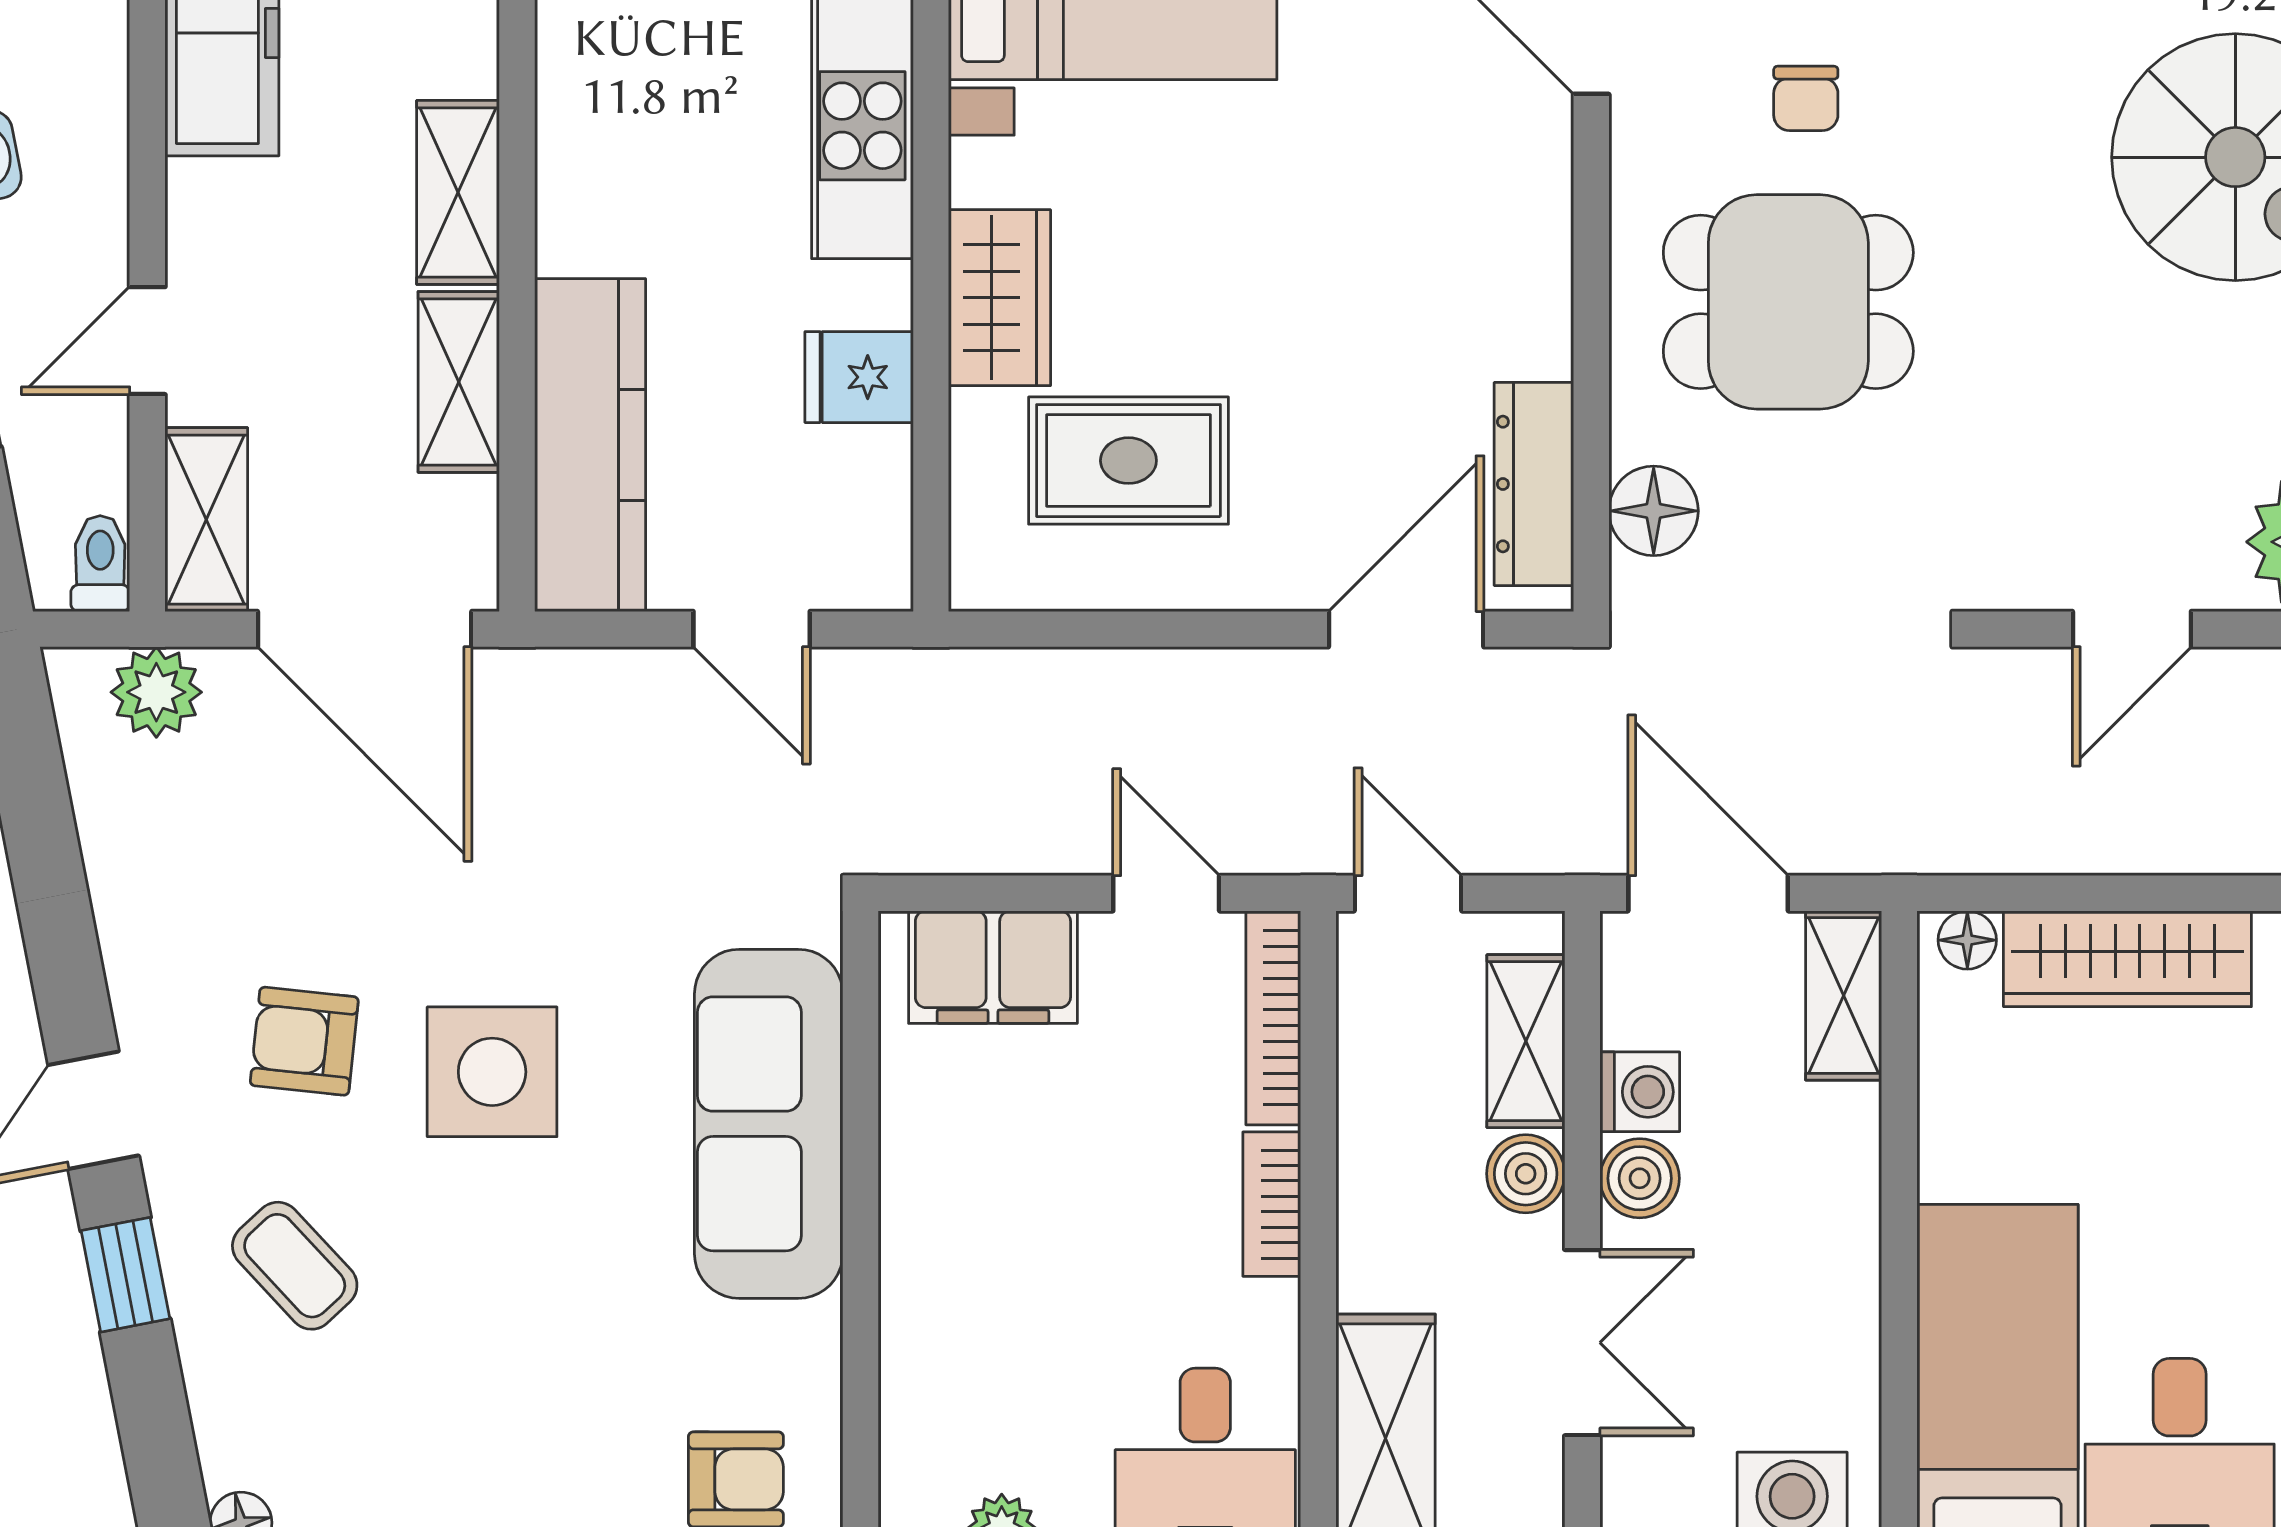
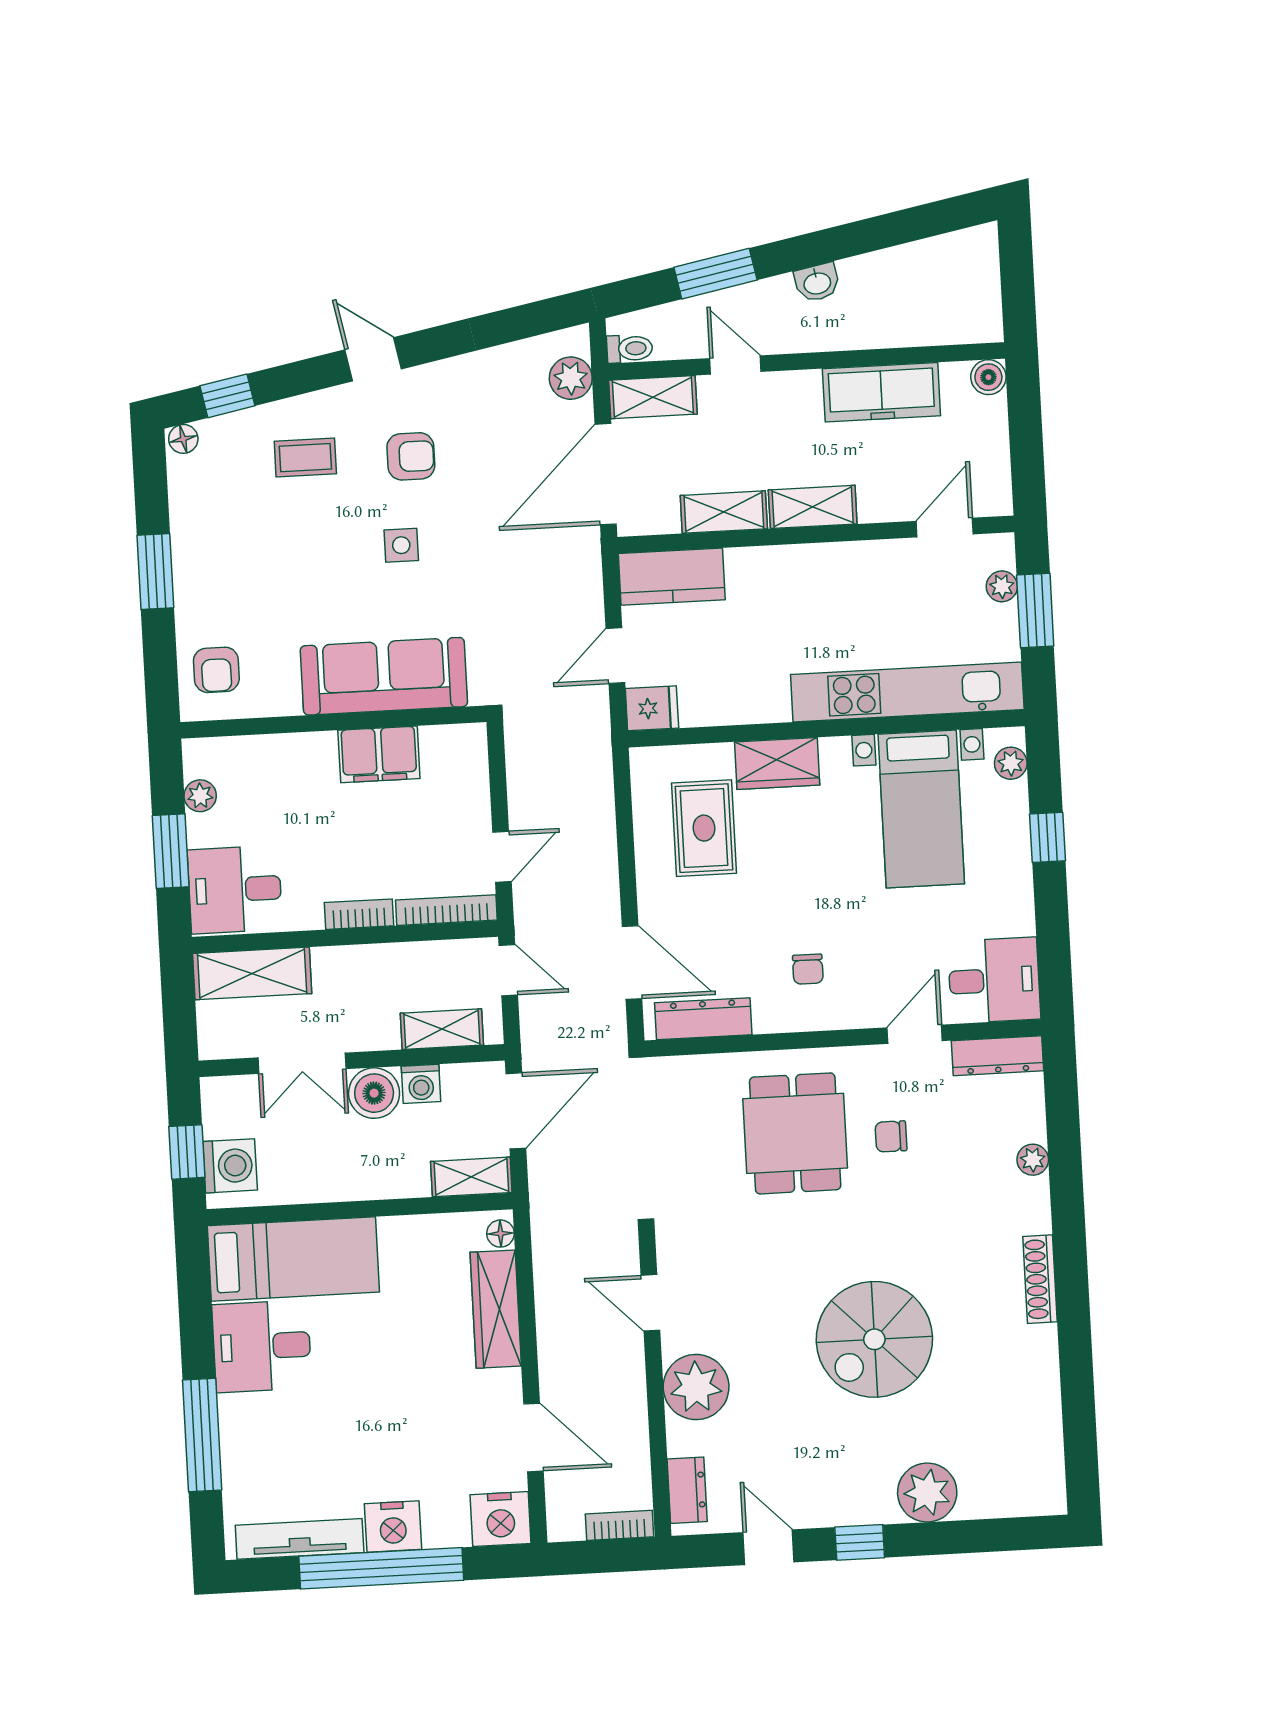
chair: (1440, 256) -> (808, 969), added
fridge: (859, 377) -> (652, 708), moved, turned 90
kitchen counter: (590, 445) -> (672, 577), width x0.67
floor lamp: (1654, 511) -> (694, 1076), removed
door: (1408, 893) -> (508, 970), hinge flipped
filing cabinet: (993, 967) -> (379, 754), moved, turned -90
armchair: (304, 1041) -> (411, 456), turned 84
side table: (492, 1072) -> (401, 545), width x0.54, depth x0.54
boiler: (1526, 1174) -> (380, 1032), removed
boiler: (1640, 1178) -> (374, 1093), width x1.36, depth x1.36
coffee table: (295, 1266) -> (305, 458), turned 43
window: (125, 1275) -> (227, 396), moved

